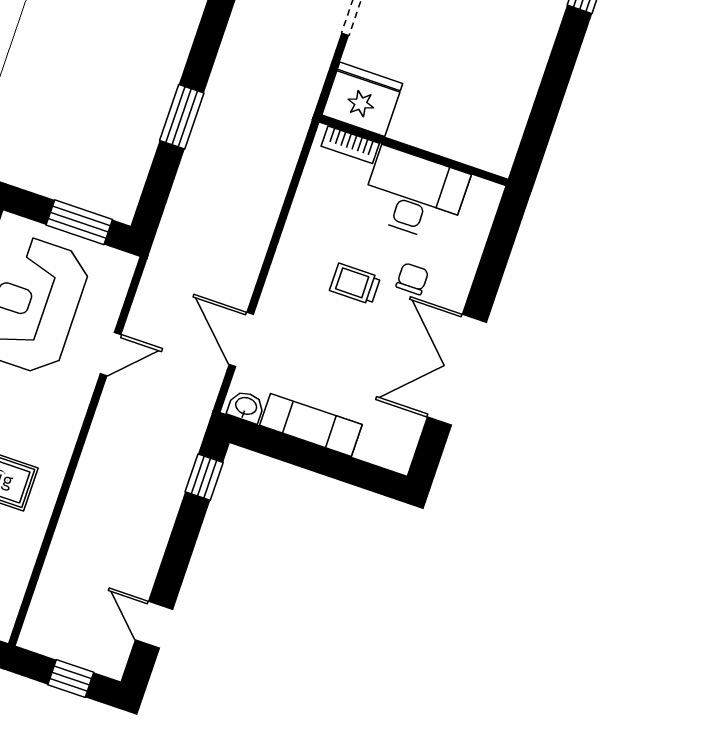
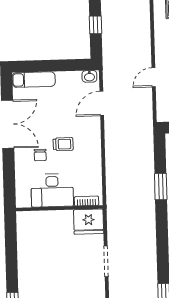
door: (241, 340) -> (102, 103), swing flipped
exam couch: (311, 425) -> (34, 80), moved
window: (204, 477) -> (95, 25), moved

